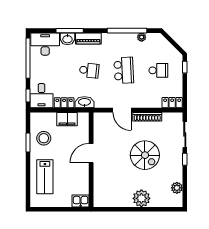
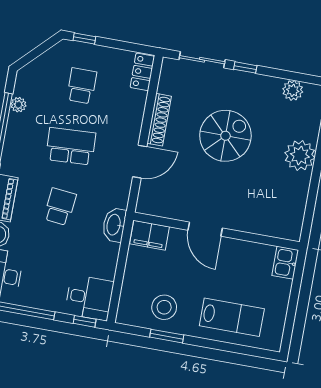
locker: (64, 103) -> (109, 261), removed
filing cabinet: (67, 119) -> (150, 235), moved, turned 90

